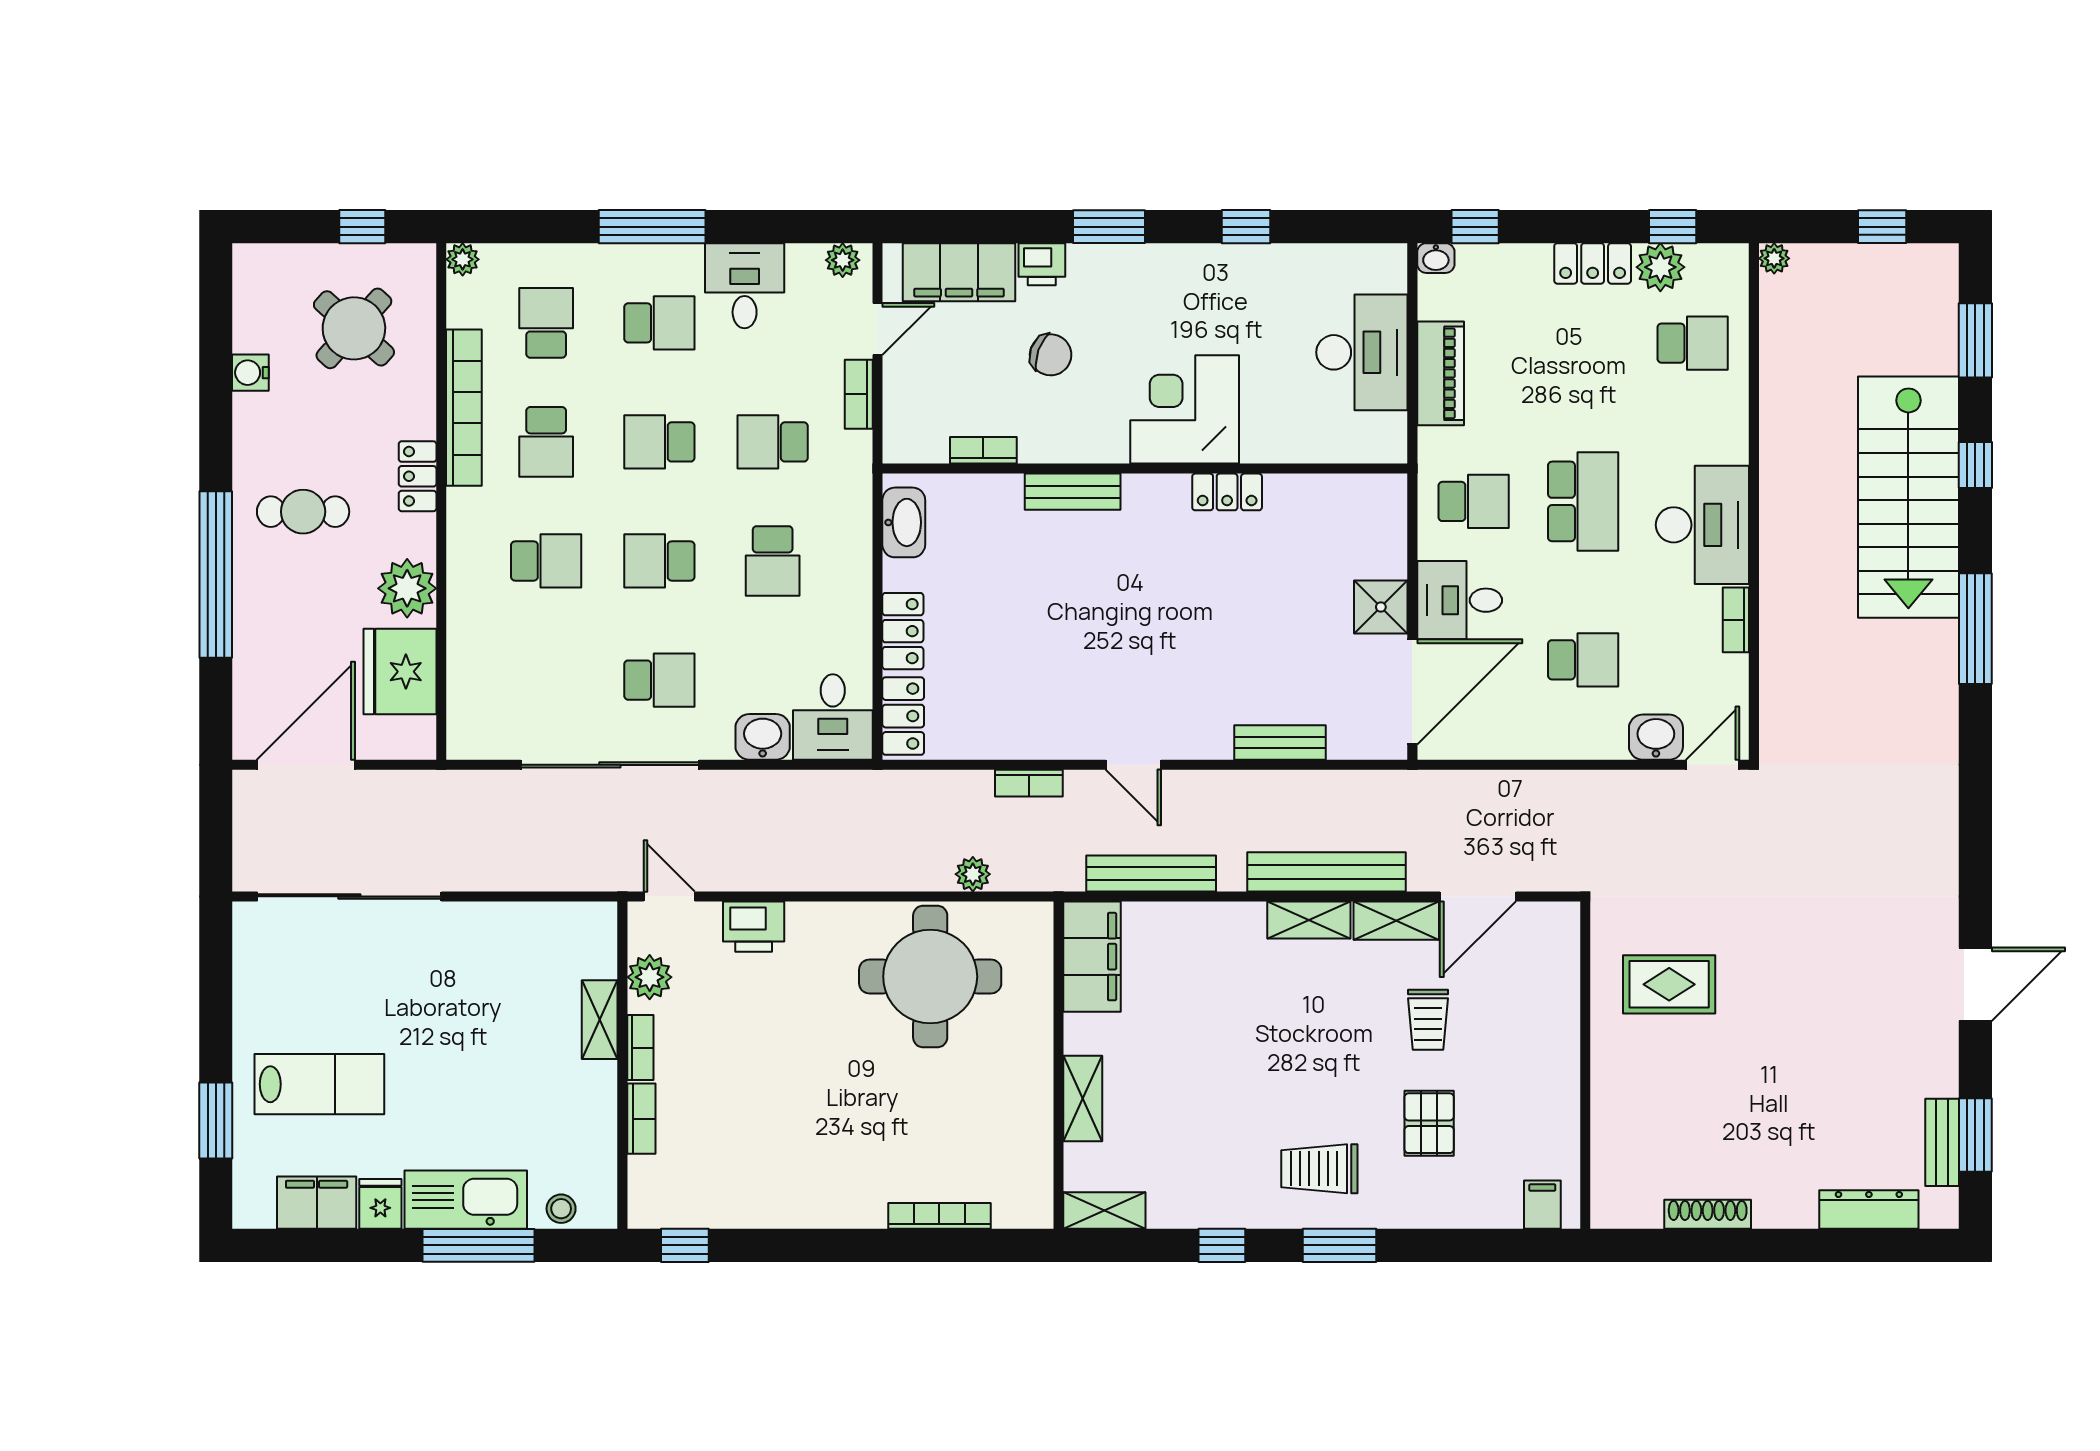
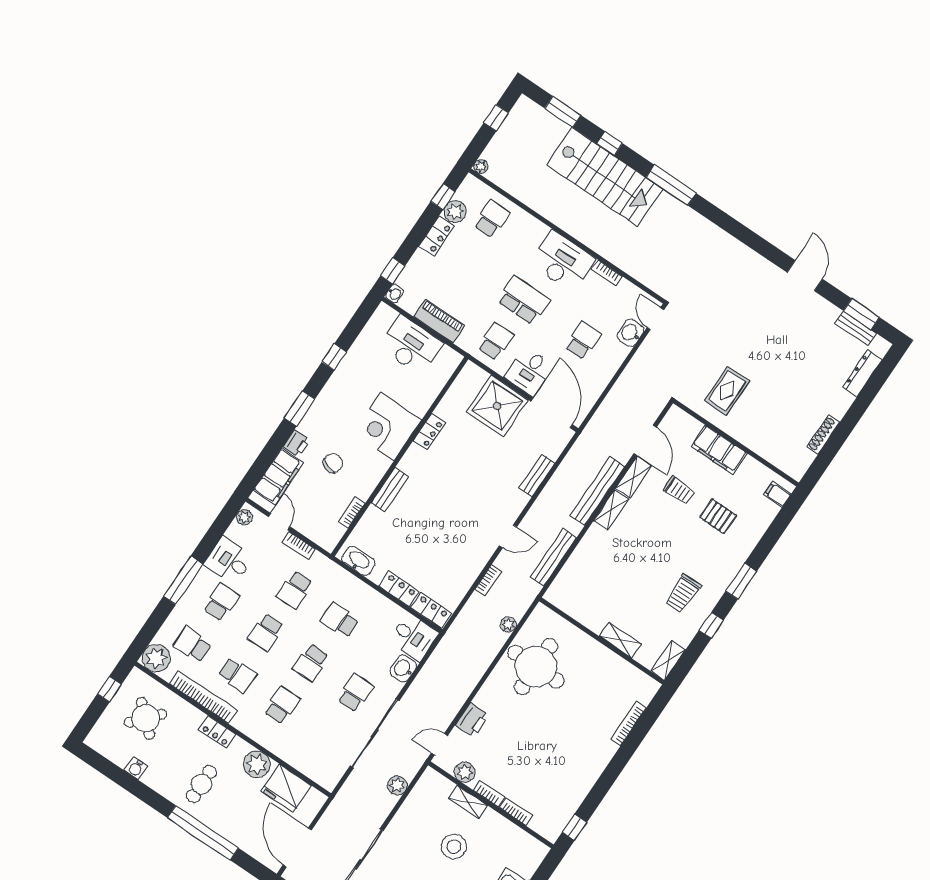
plant: (463, 259) -> (156, 658), width x1.88, depth x1.88
school desk: (773, 561) -> (340, 620), turned 180
shower: (1381, 607) -> (497, 406), width x1.86, depth x1.86
plant: (542, 870) -> (397, 785), added
filing cabinet: (1092, 957) -> (719, 450), moved, turned 180
trolley: (1319, 1169) -> (683, 594), moved
stool: (561, 1209) -> (454, 847), moved, width x1.89, depth x1.89

